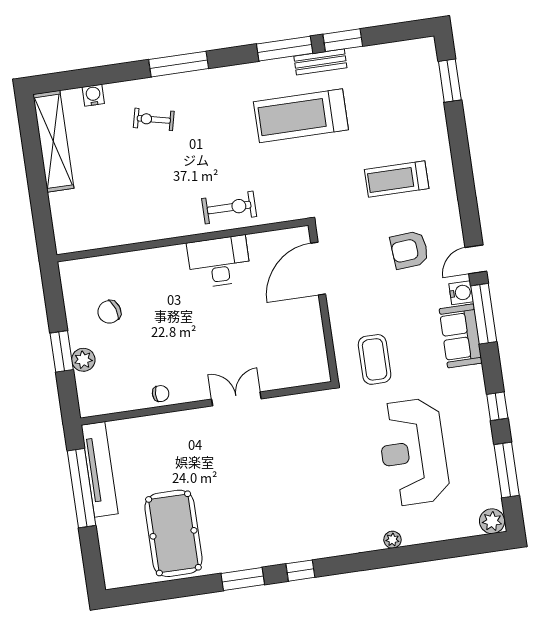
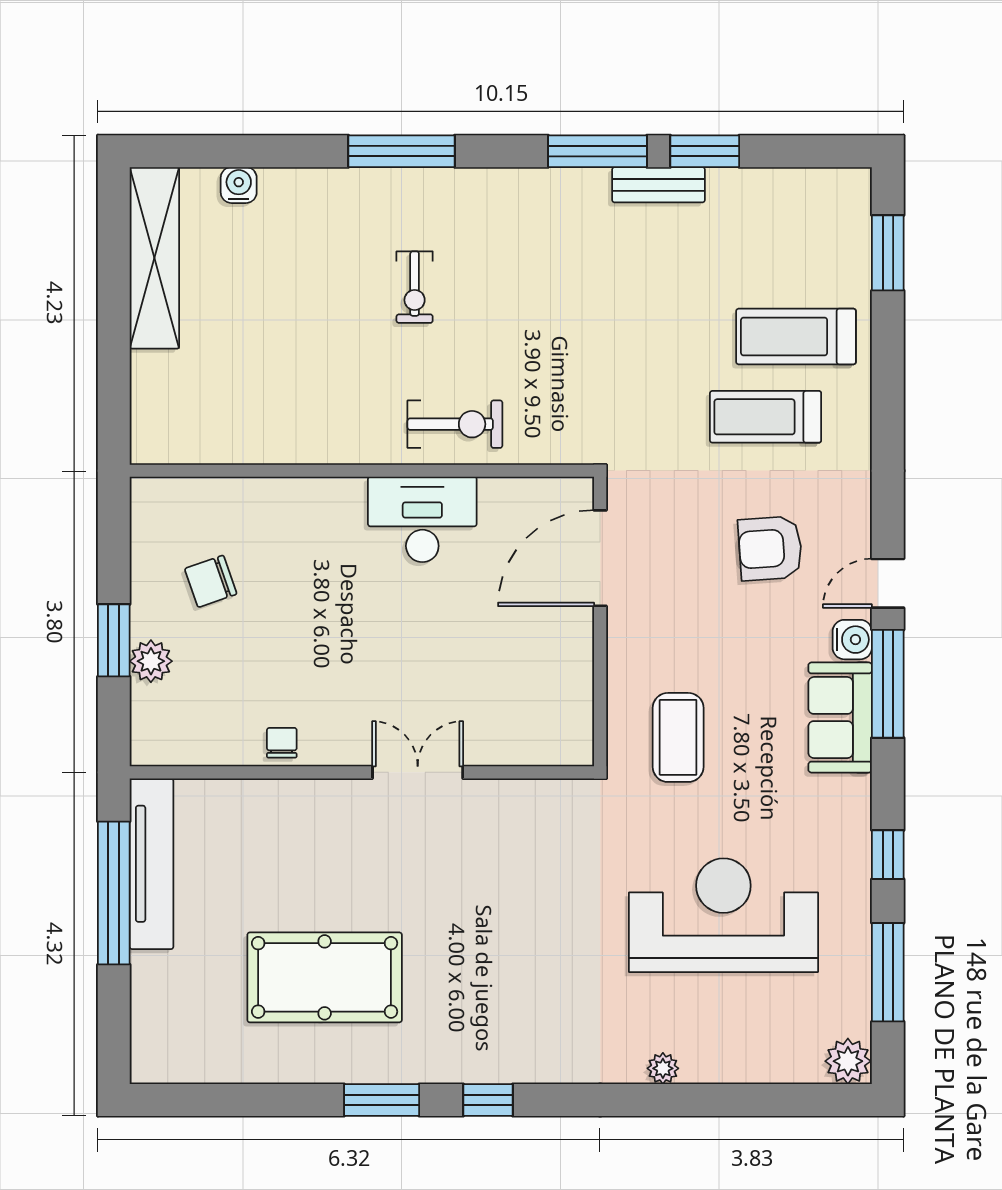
treadmill: (301, 116) -> (796, 336), moved, width x0.73, depth x0.73
exercise bike: (154, 119) -> (415, 287), moved, turned -103
chair: (161, 394) -> (282, 743), turned -90
reception desk: (413, 452) -> (723, 915), turned 90
pool table: (173, 533) -> (325, 977), moved, turned 90

